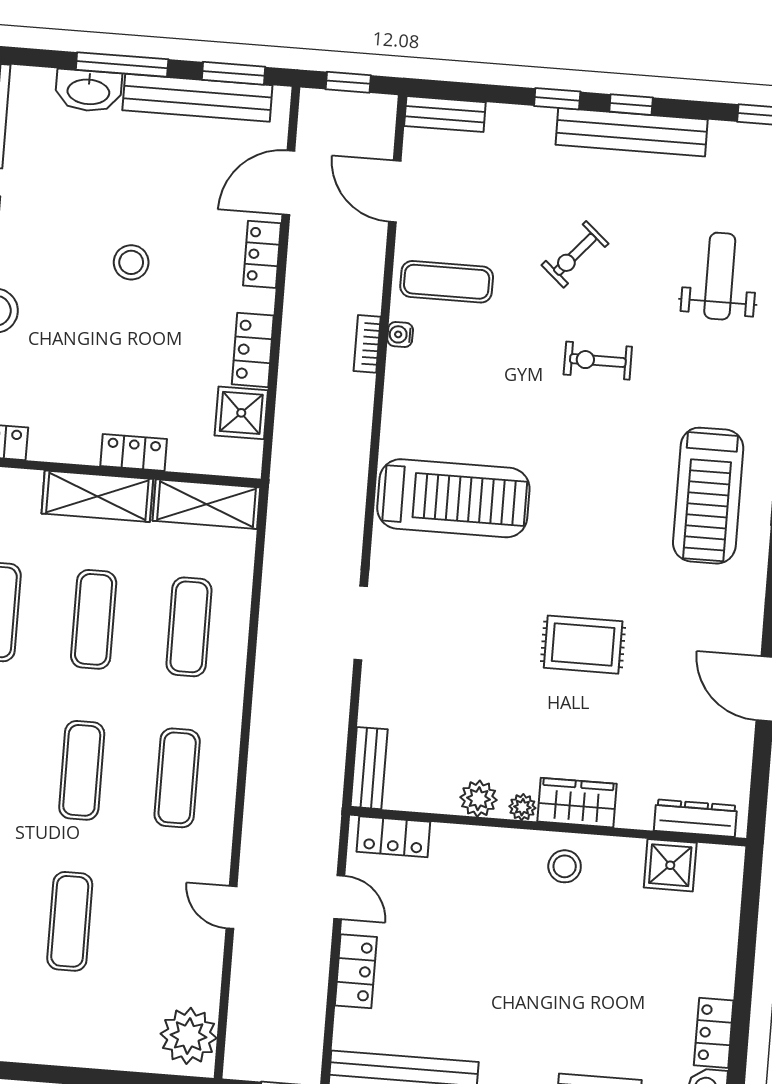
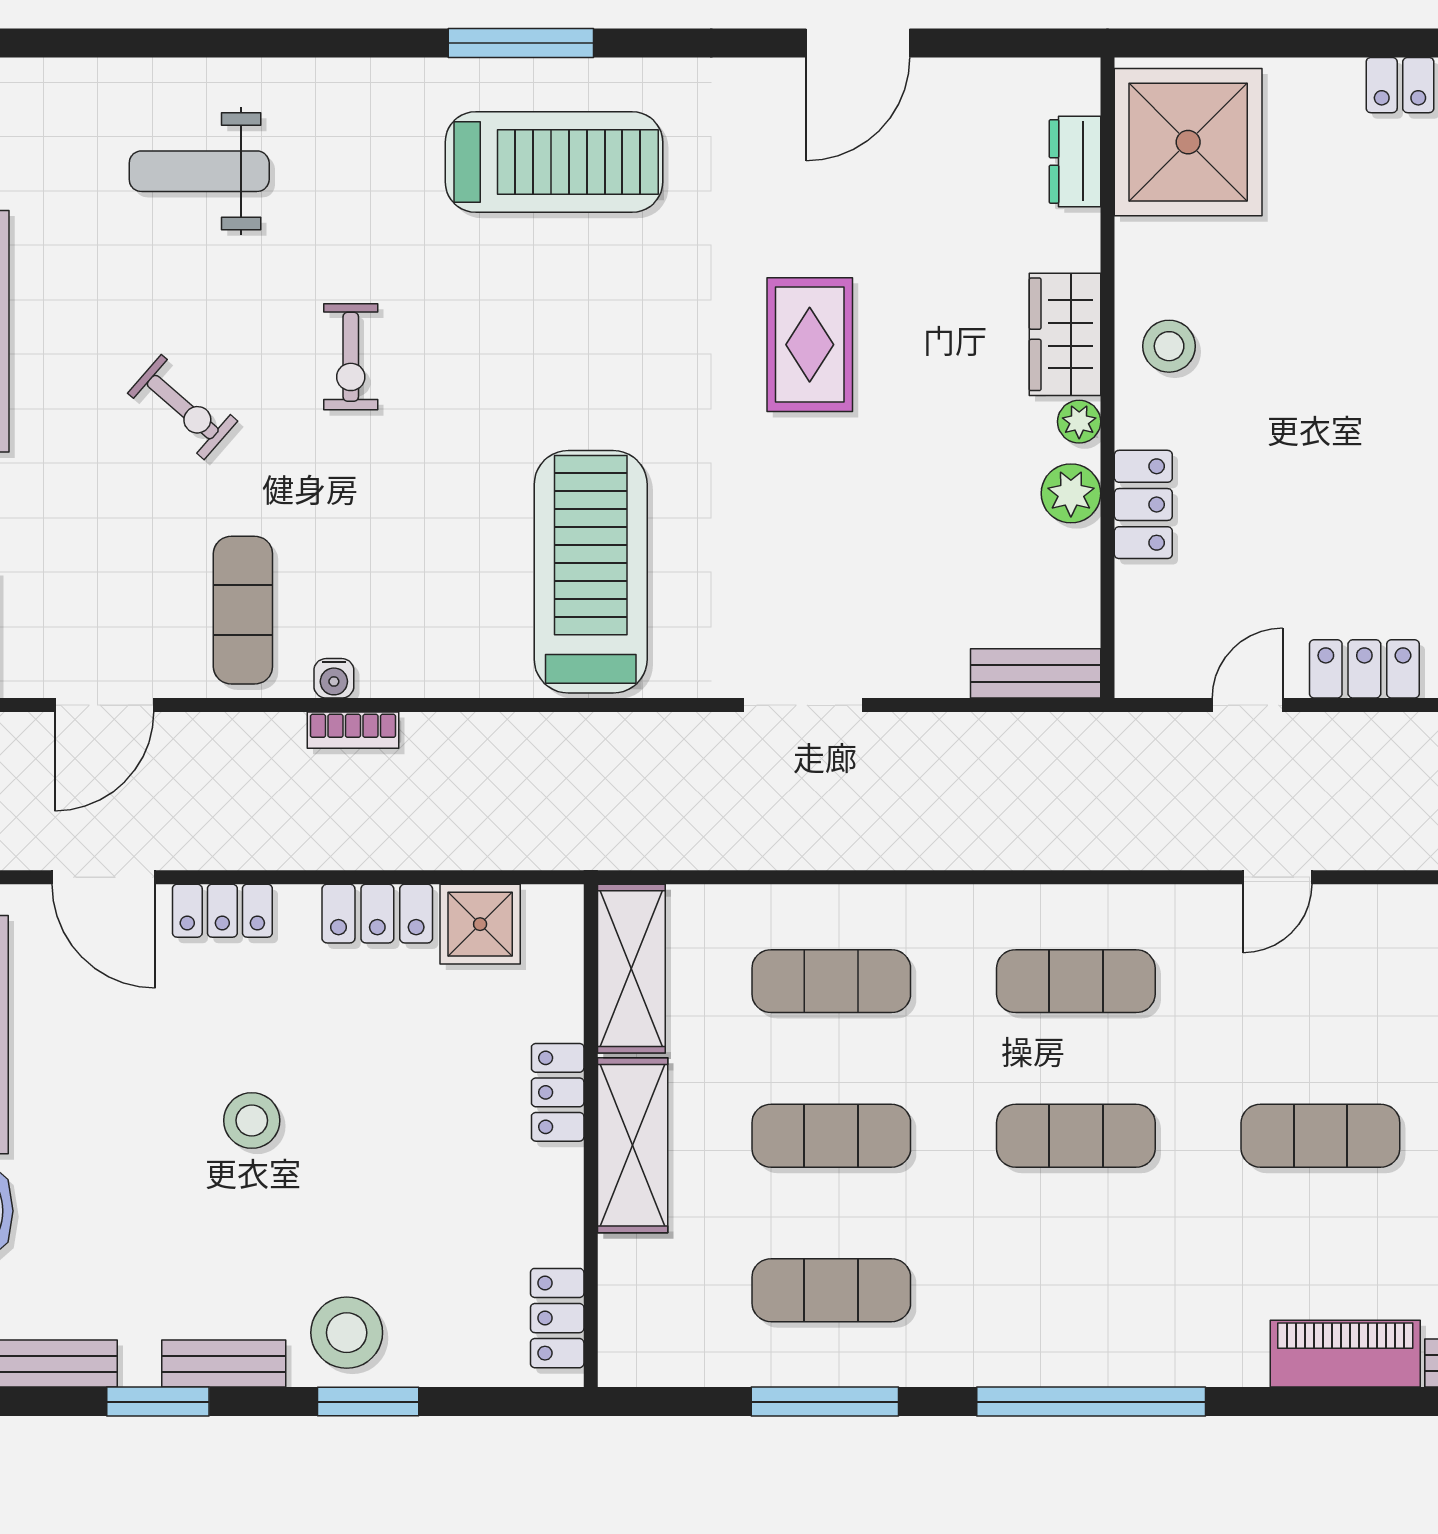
dresser: (695, 818) -> (1075, 161), width x0.70
locker: (393, 837) -> (1143, 504), moved
shower: (670, 865) -> (1188, 142), width x1.86, depth x1.86

